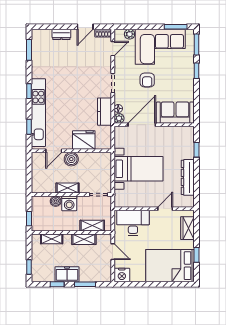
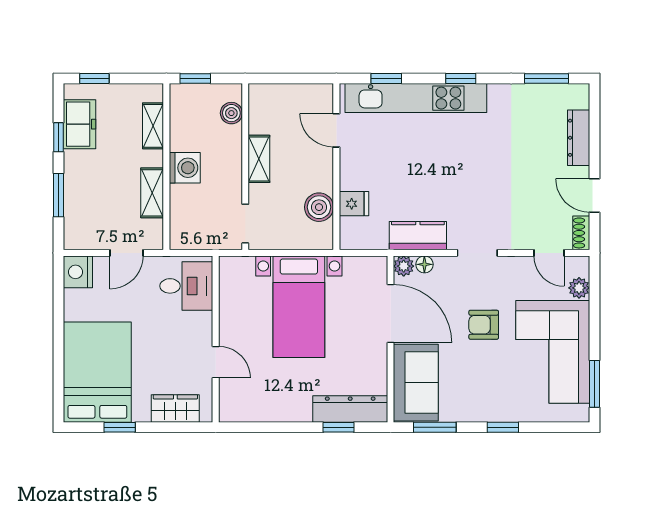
dresser: (61, 34) -> (579, 138), width x1.44
window: (196, 44) -> (435, 427), moved
fridge: (84, 140) -> (354, 204), width x0.53, depth x0.75
boiler: (71, 159) -> (319, 207), moved
dresser: (188, 177) -> (350, 409), moved
boiler: (56, 201) -> (231, 113), moved
washing machine: (69, 203) -> (185, 168), moved, turned 180
desk: (133, 223) -> (186, 286), width x0.73
shelving: (92, 226) -> (181, 210), removed
freezer: (67, 274) -> (79, 124), moved

